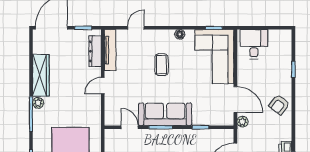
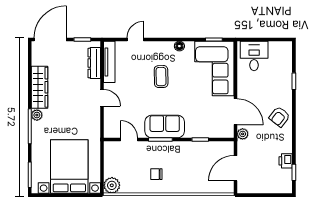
door: (103, 86) -> (102, 98), swing flipped
sofa: (165, 114) -> (165, 127), width x0.73

